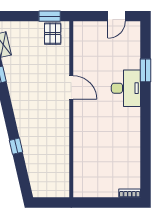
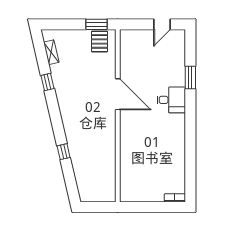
door: (71, 87) -> (118, 94), width x1.36
desk: (126, 88) -> (171, 100), width x0.73

